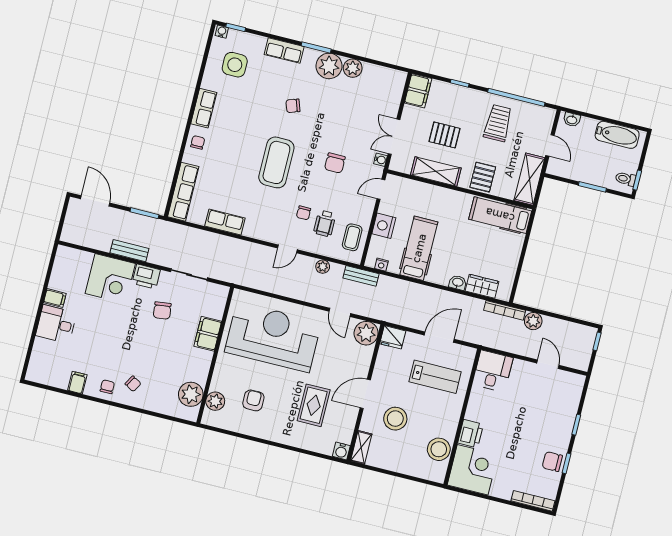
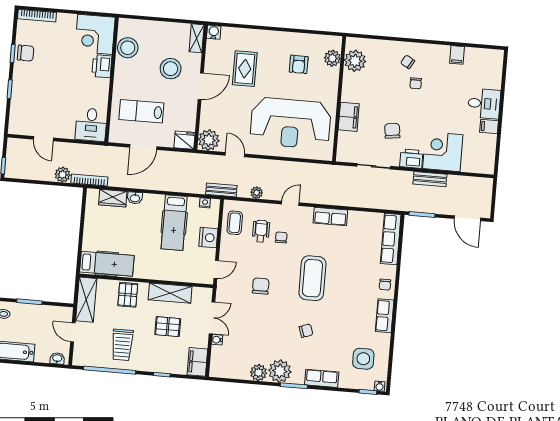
water cooler: (380, 160) -> (217, 340), moved
row of seats: (225, 222) -> (330, 216), moved
chair: (107, 387) -> (416, 83), moved

